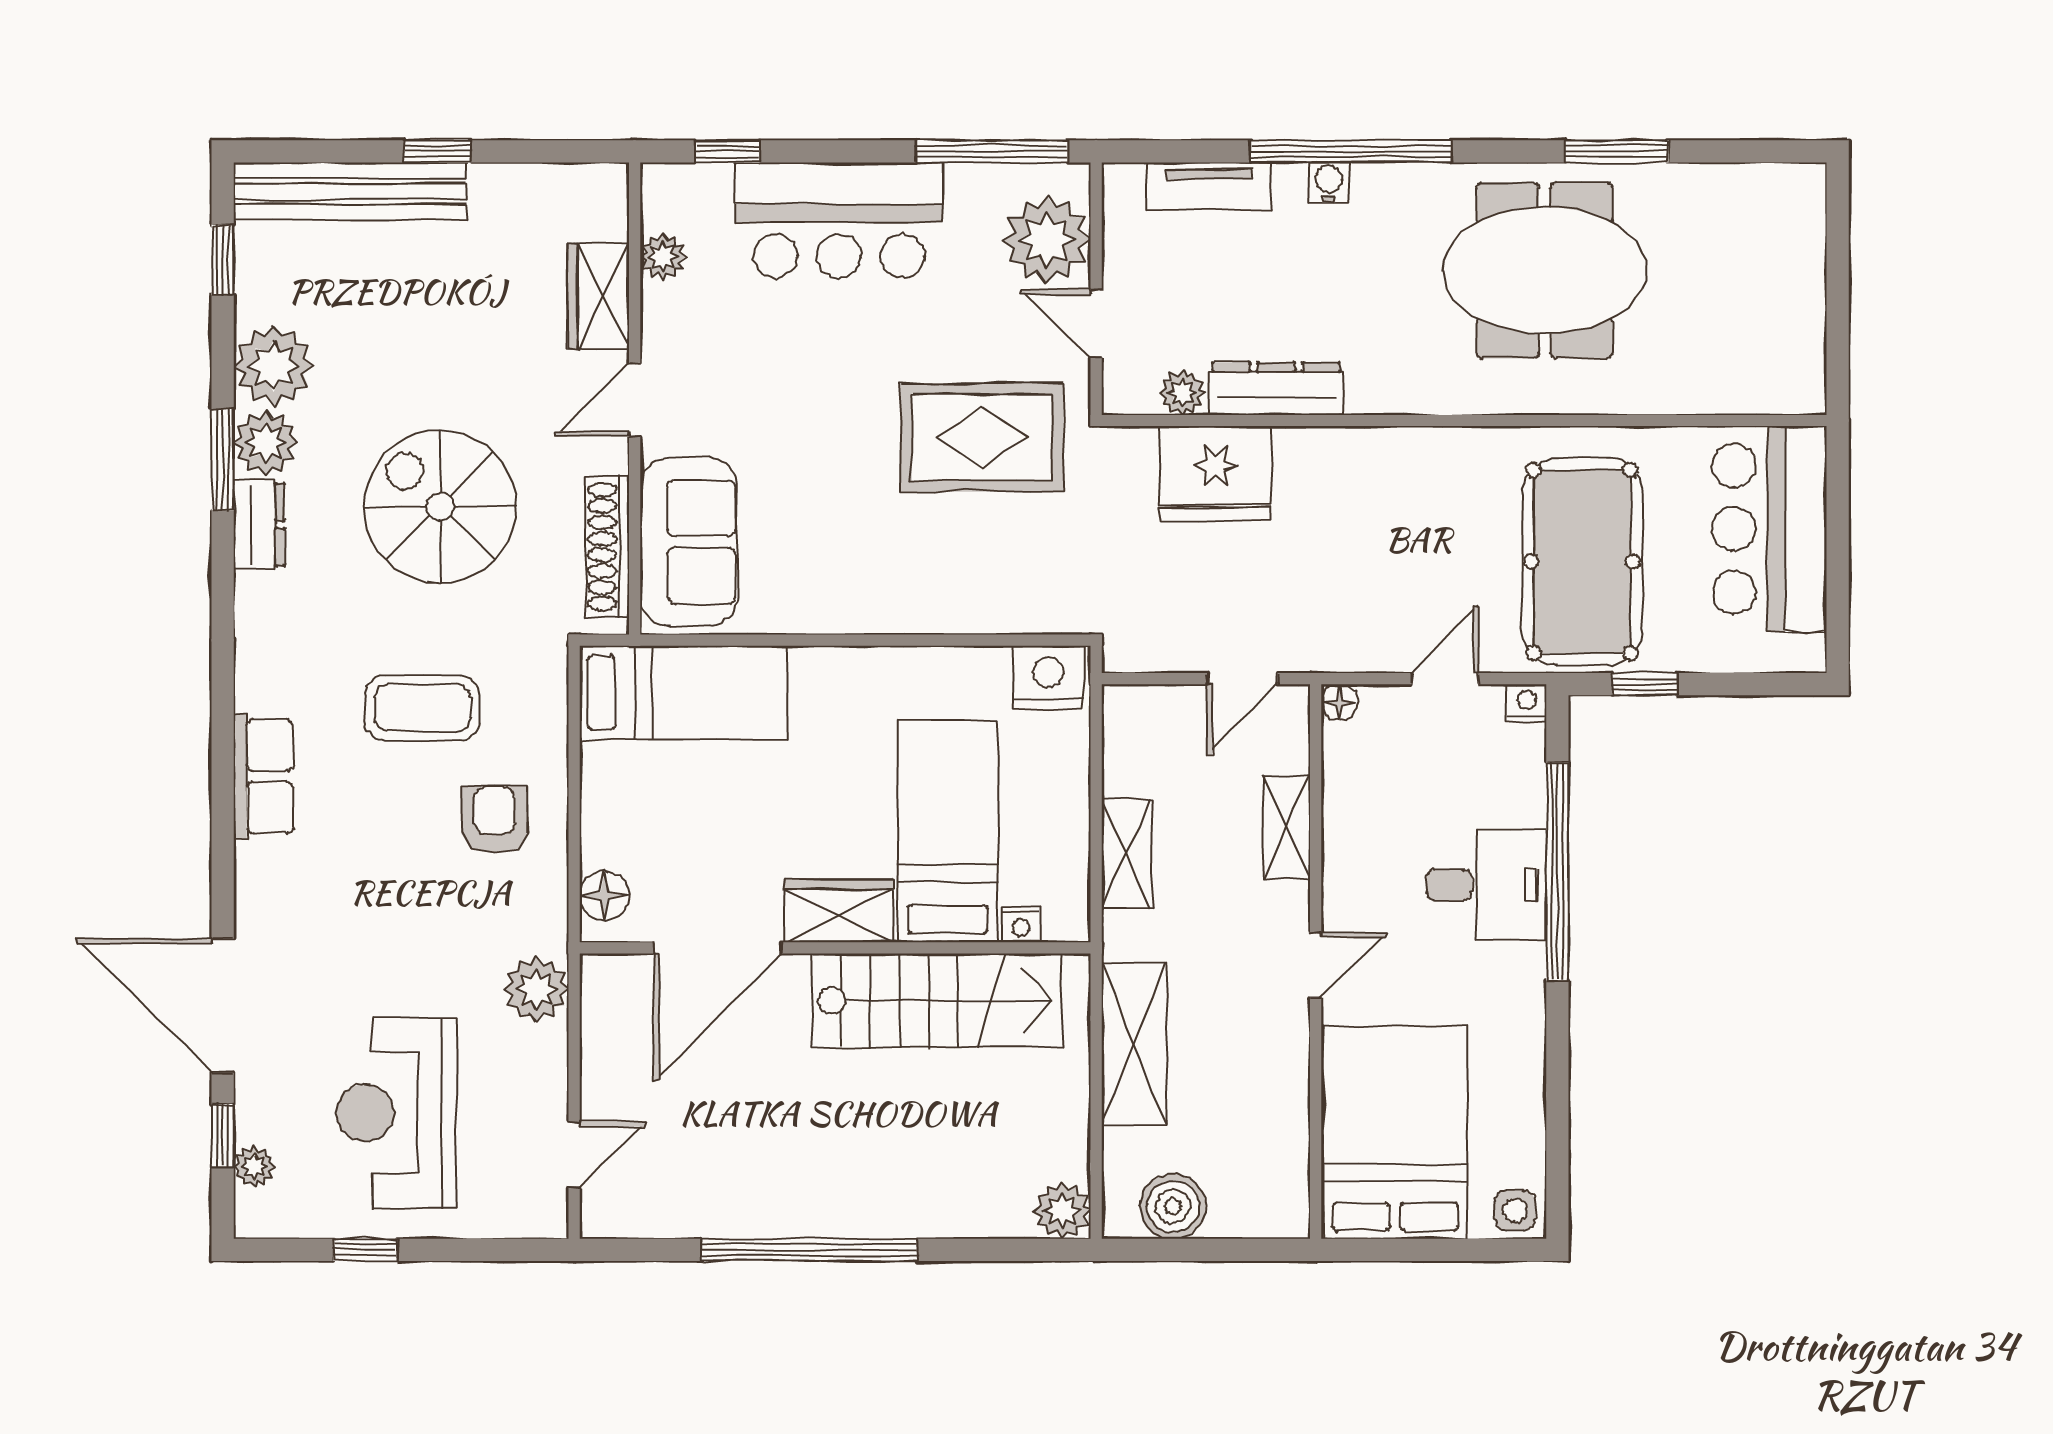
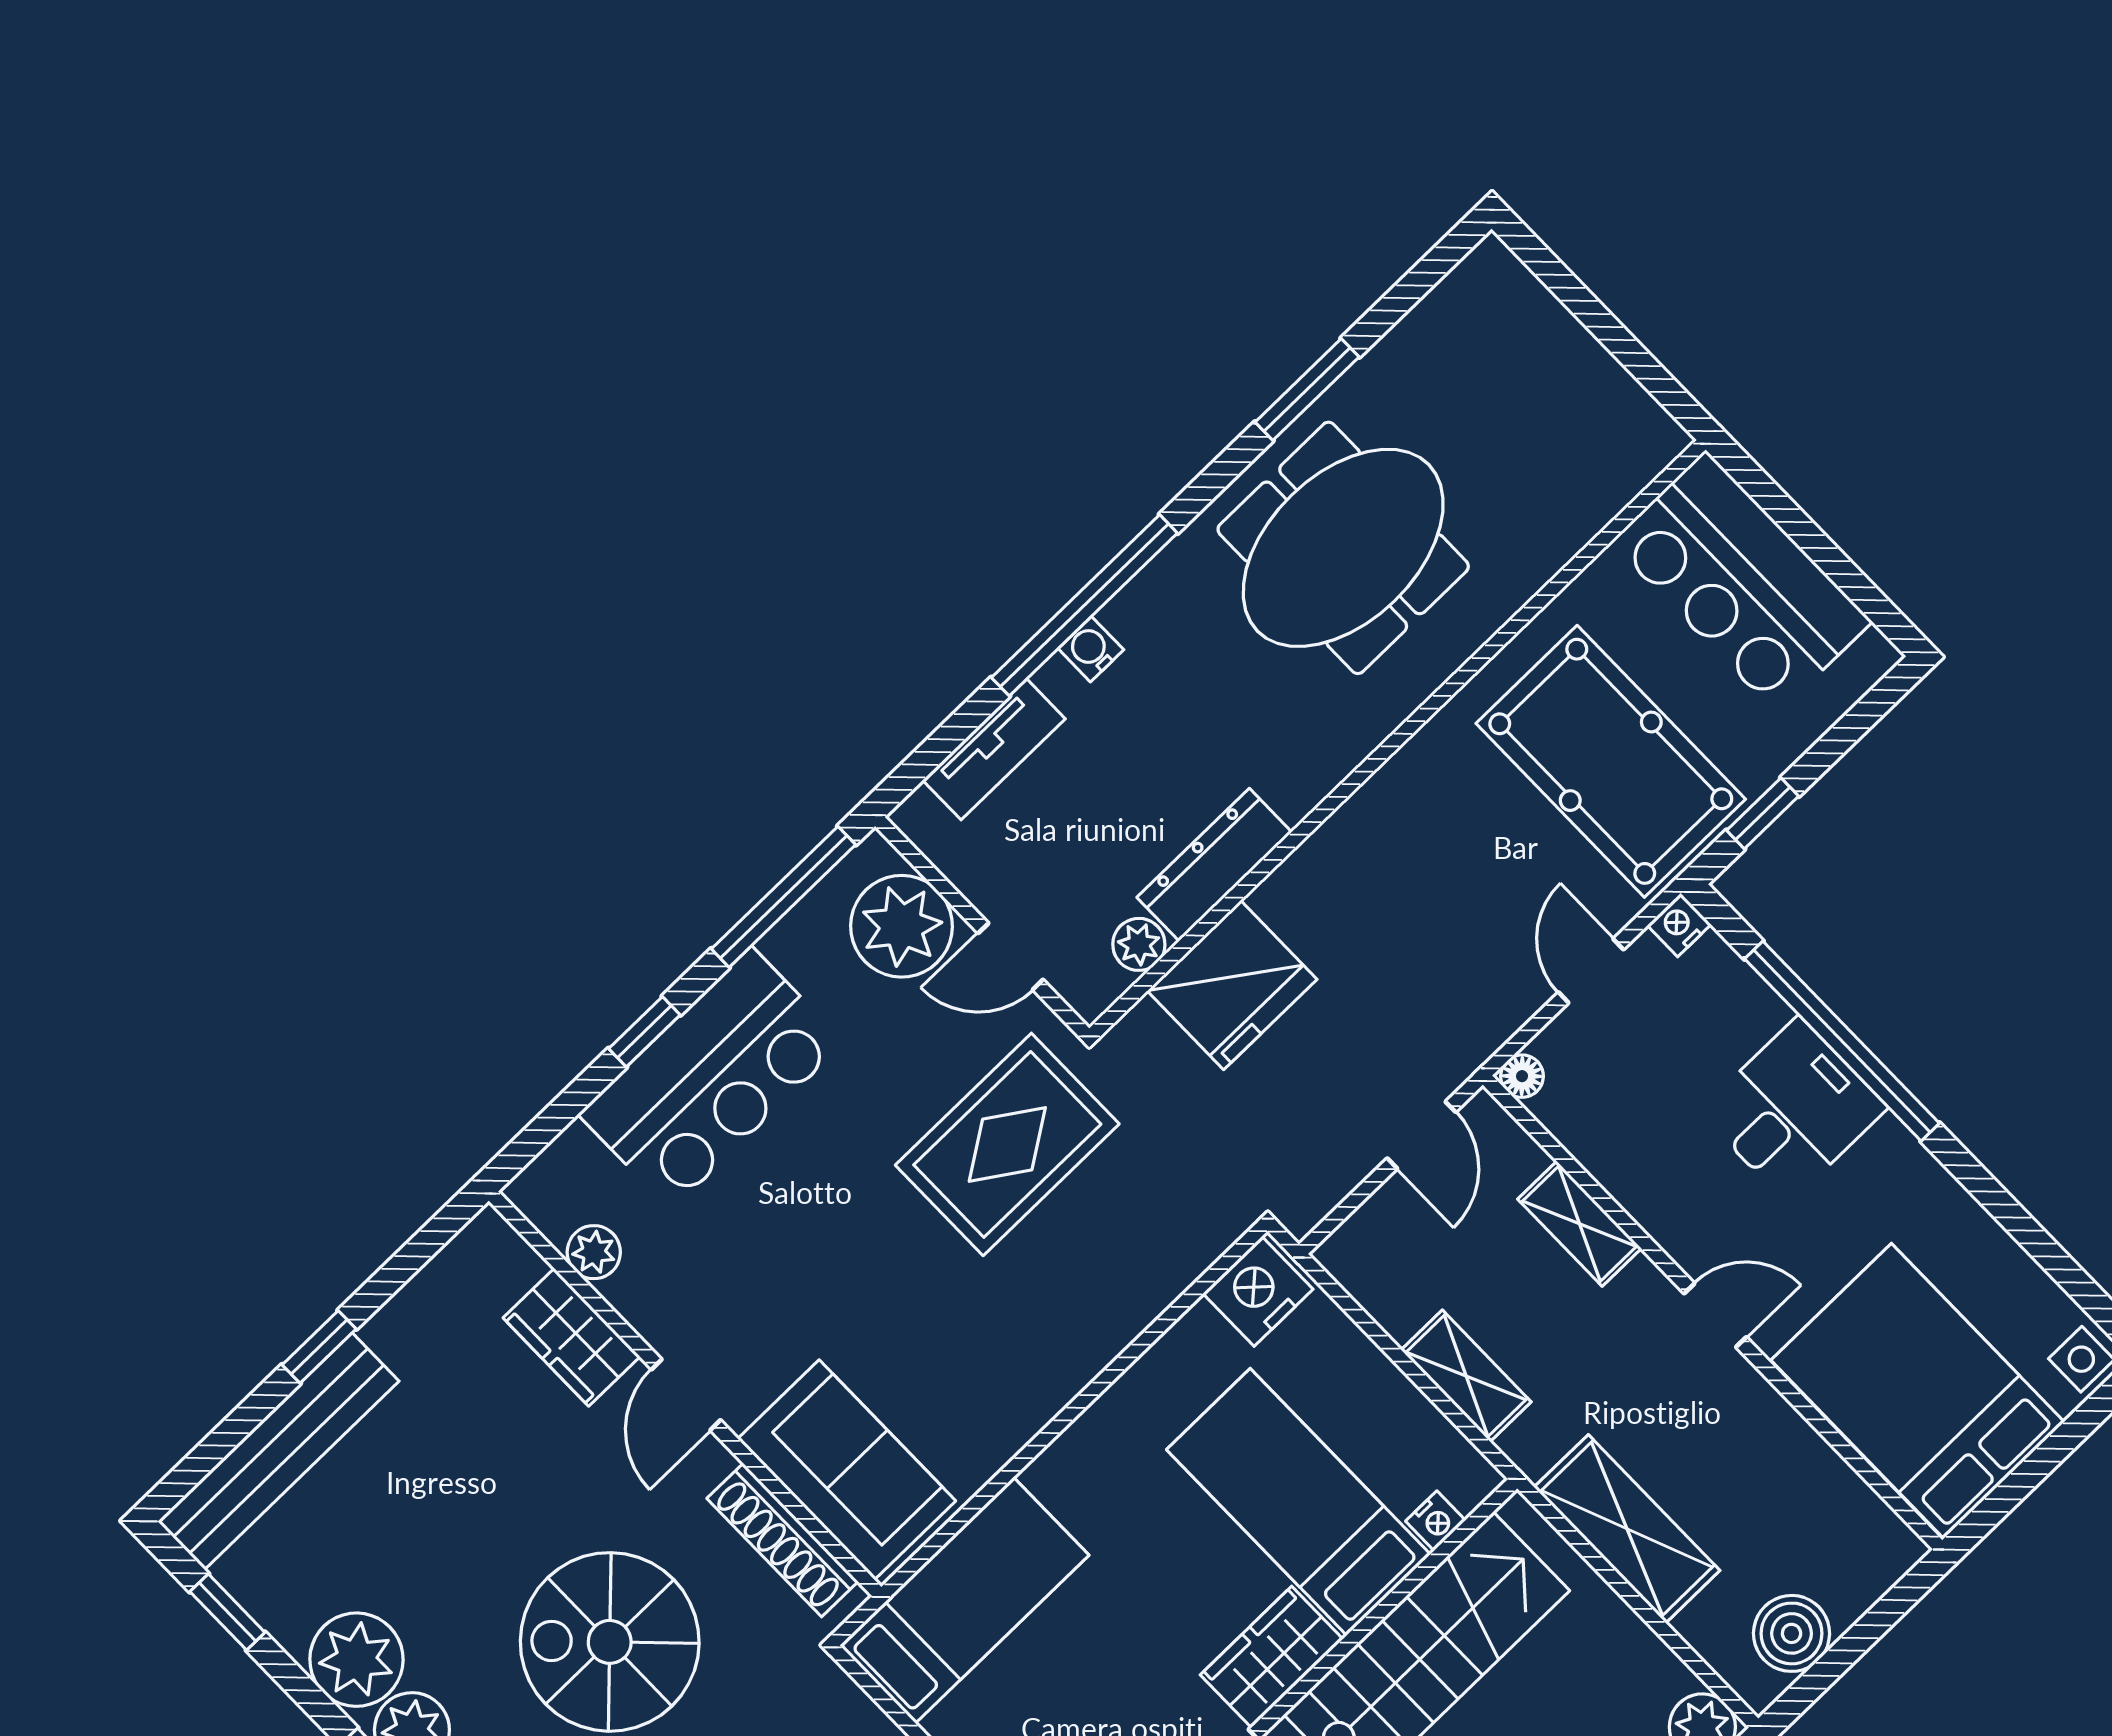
window: (727, 151) -> (644, 1032), moved
door: (1316, 965) -> (1715, 1315), hinge flipped

